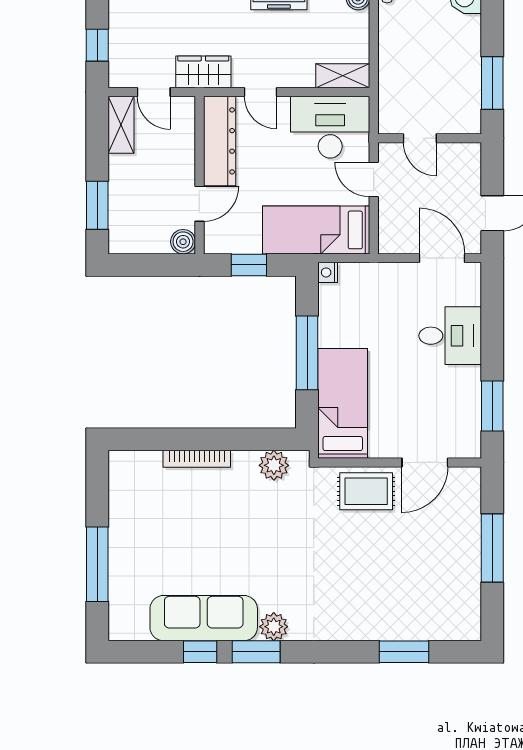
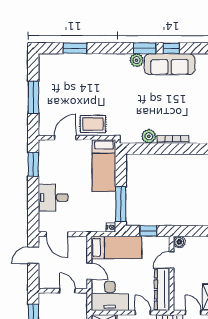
window: (307, 353) -> (121, 204), moved
plant: (274, 465) -> (149, 136), moved

